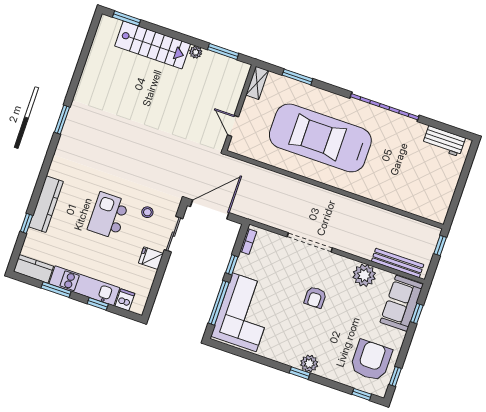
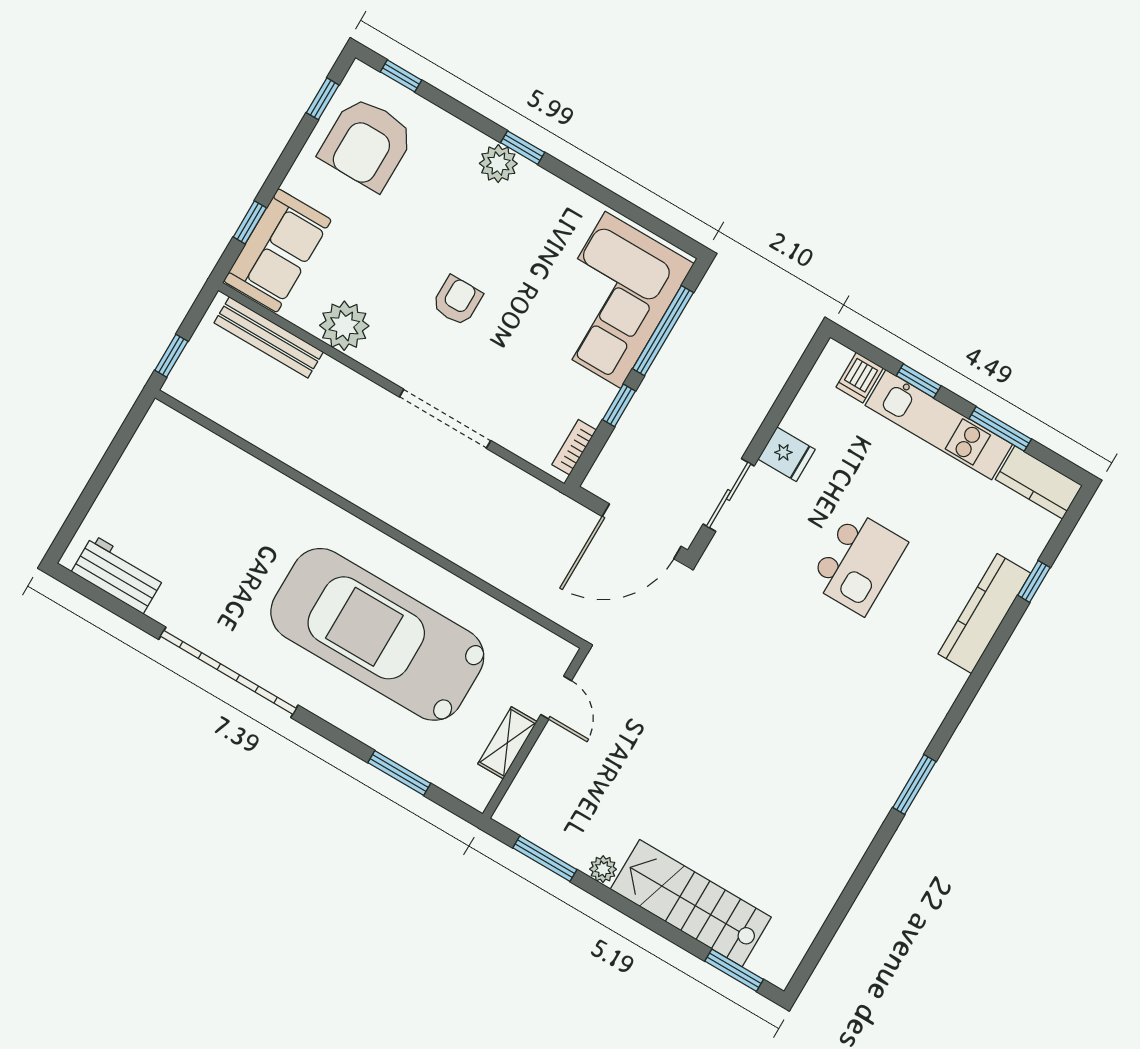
shelving: (257, 83) -> (507, 743), moved
car: (320, 138) -> (377, 634), turned 180
stool: (147, 212) -> (774, 553), removed

